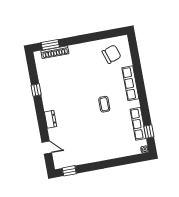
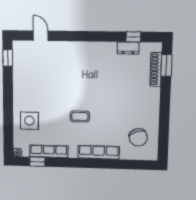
window: (36, 90) -> (133, 37), moved
dresser: (50, 119) -> (128, 48), moved
side table: (116, 144) -> (29, 121), added
door: (47, 148) -> (41, 36), swing flipped

